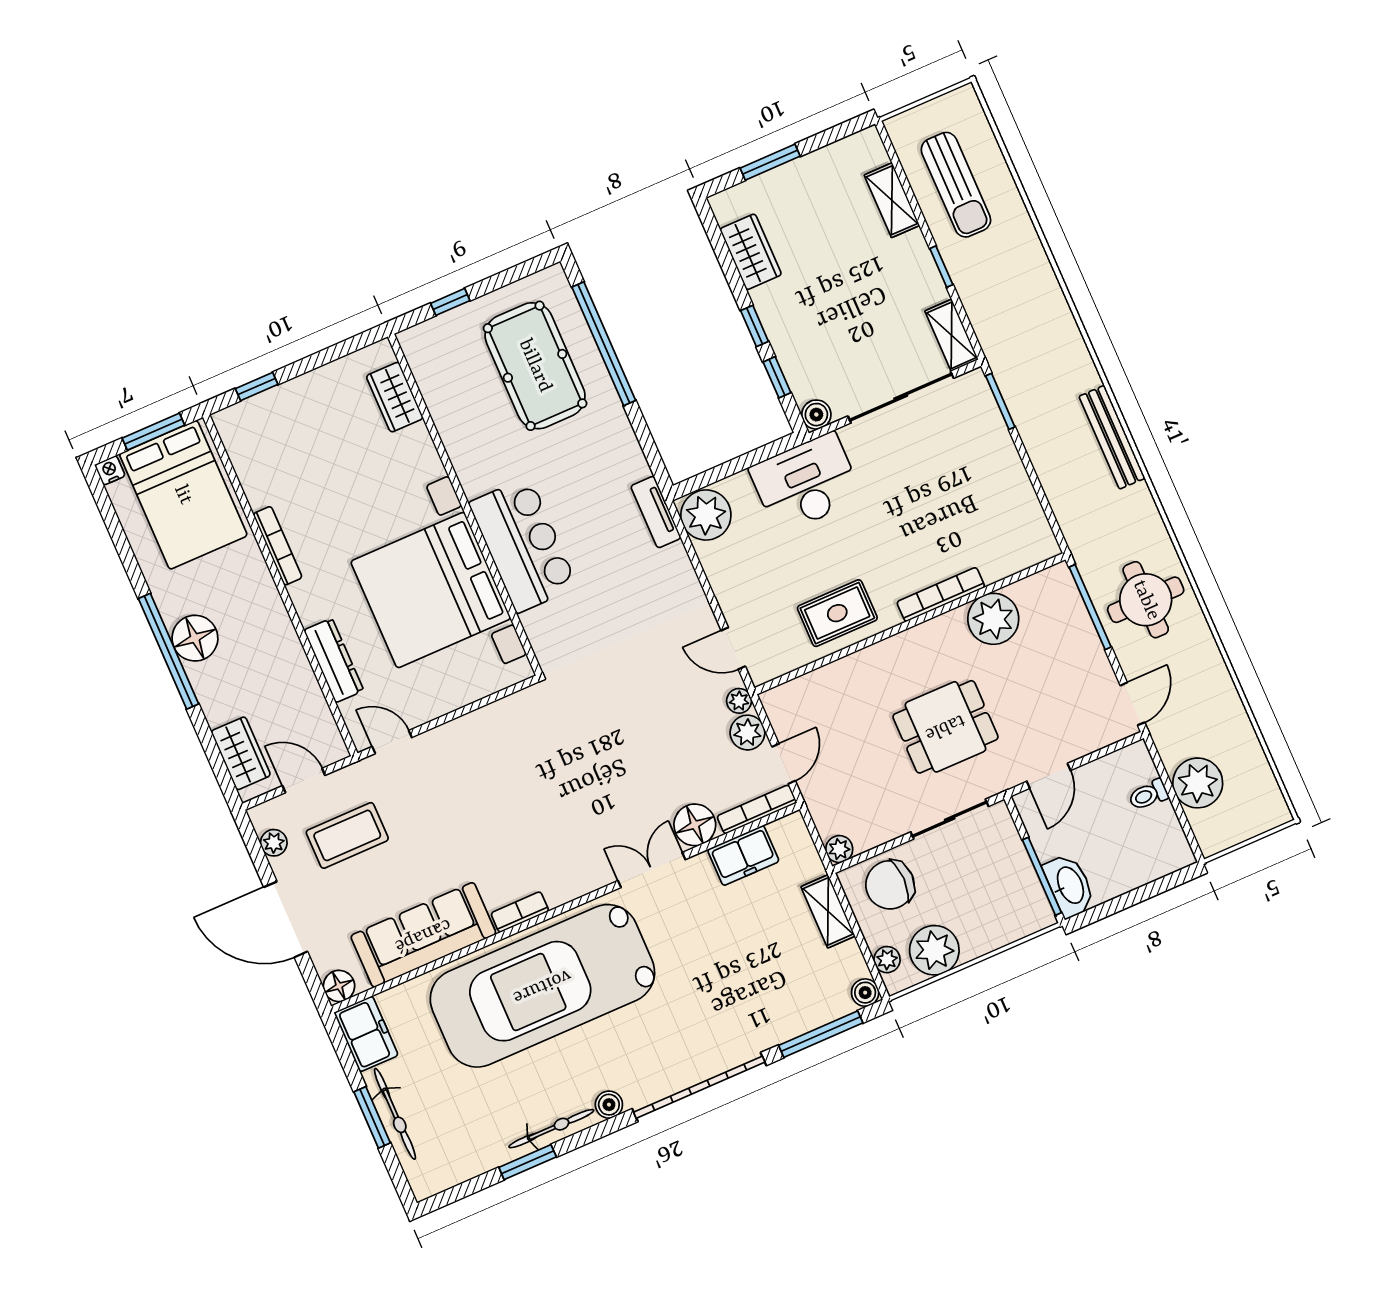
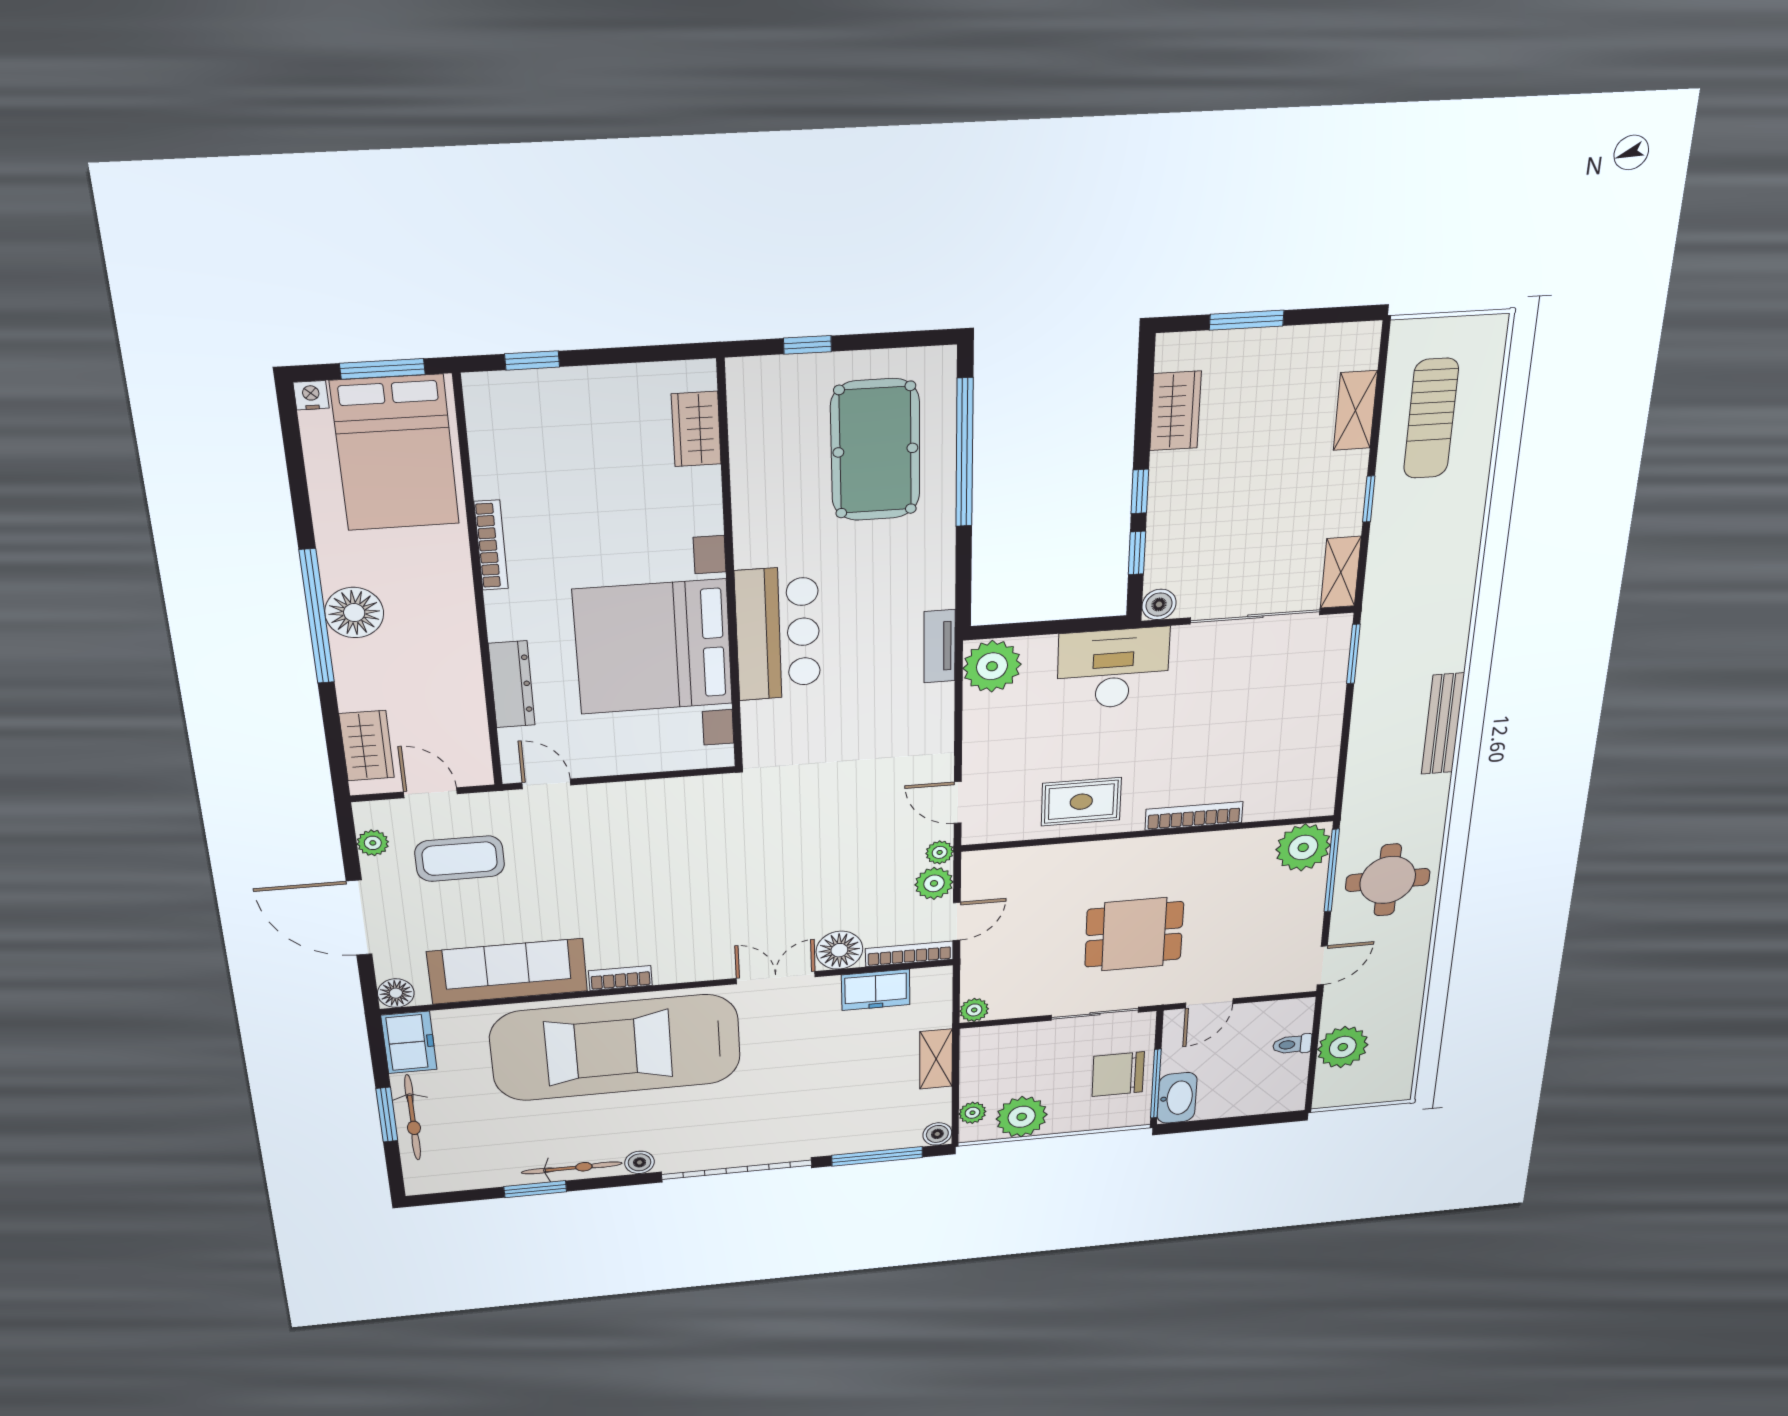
plant: (993, 619) -> (1303, 847), moved
chair: (890, 885) -> (1118, 1074), moved

